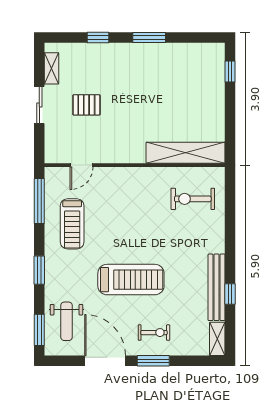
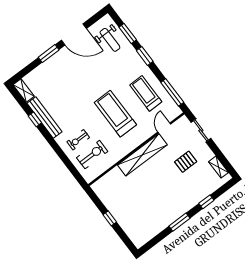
window: (230, 72) -> (110, 218), moved
sliding door: (39, 105) -> (201, 130), moved
shelving: (186, 153) -> (142, 155), moved
treadmill: (131, 280) -> (115, 114), moved, turned 90
weight bench: (66, 321) -> (110, 40), turned 180
window: (39, 330) -> (128, 33), moved
exercise bike: (154, 333) -> (78, 140), moved

